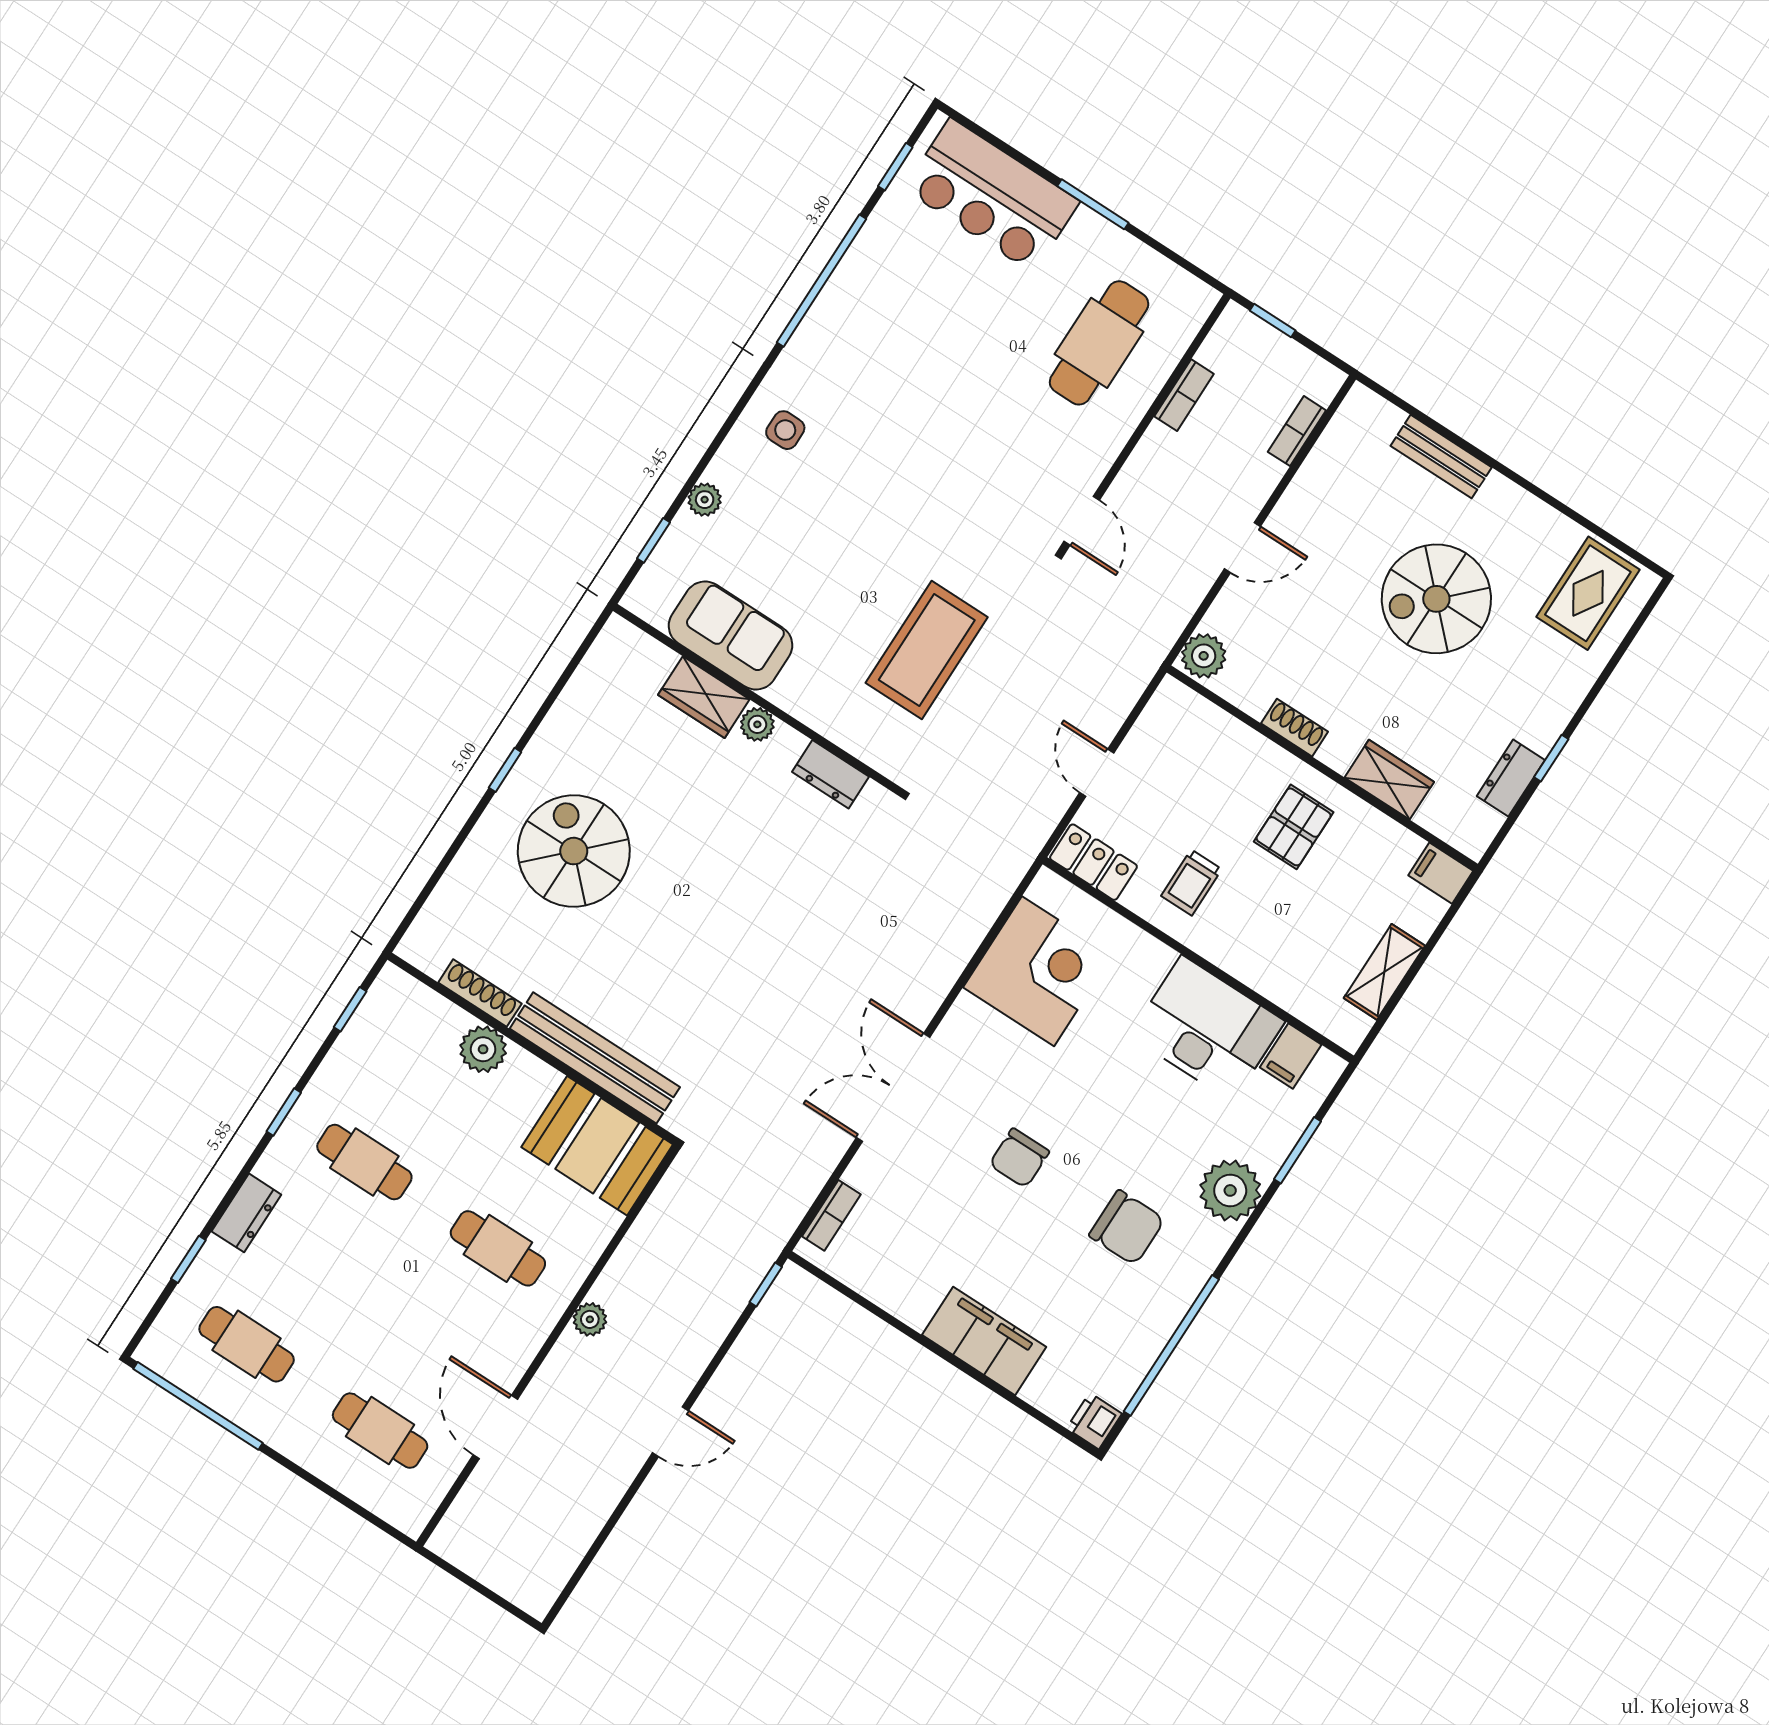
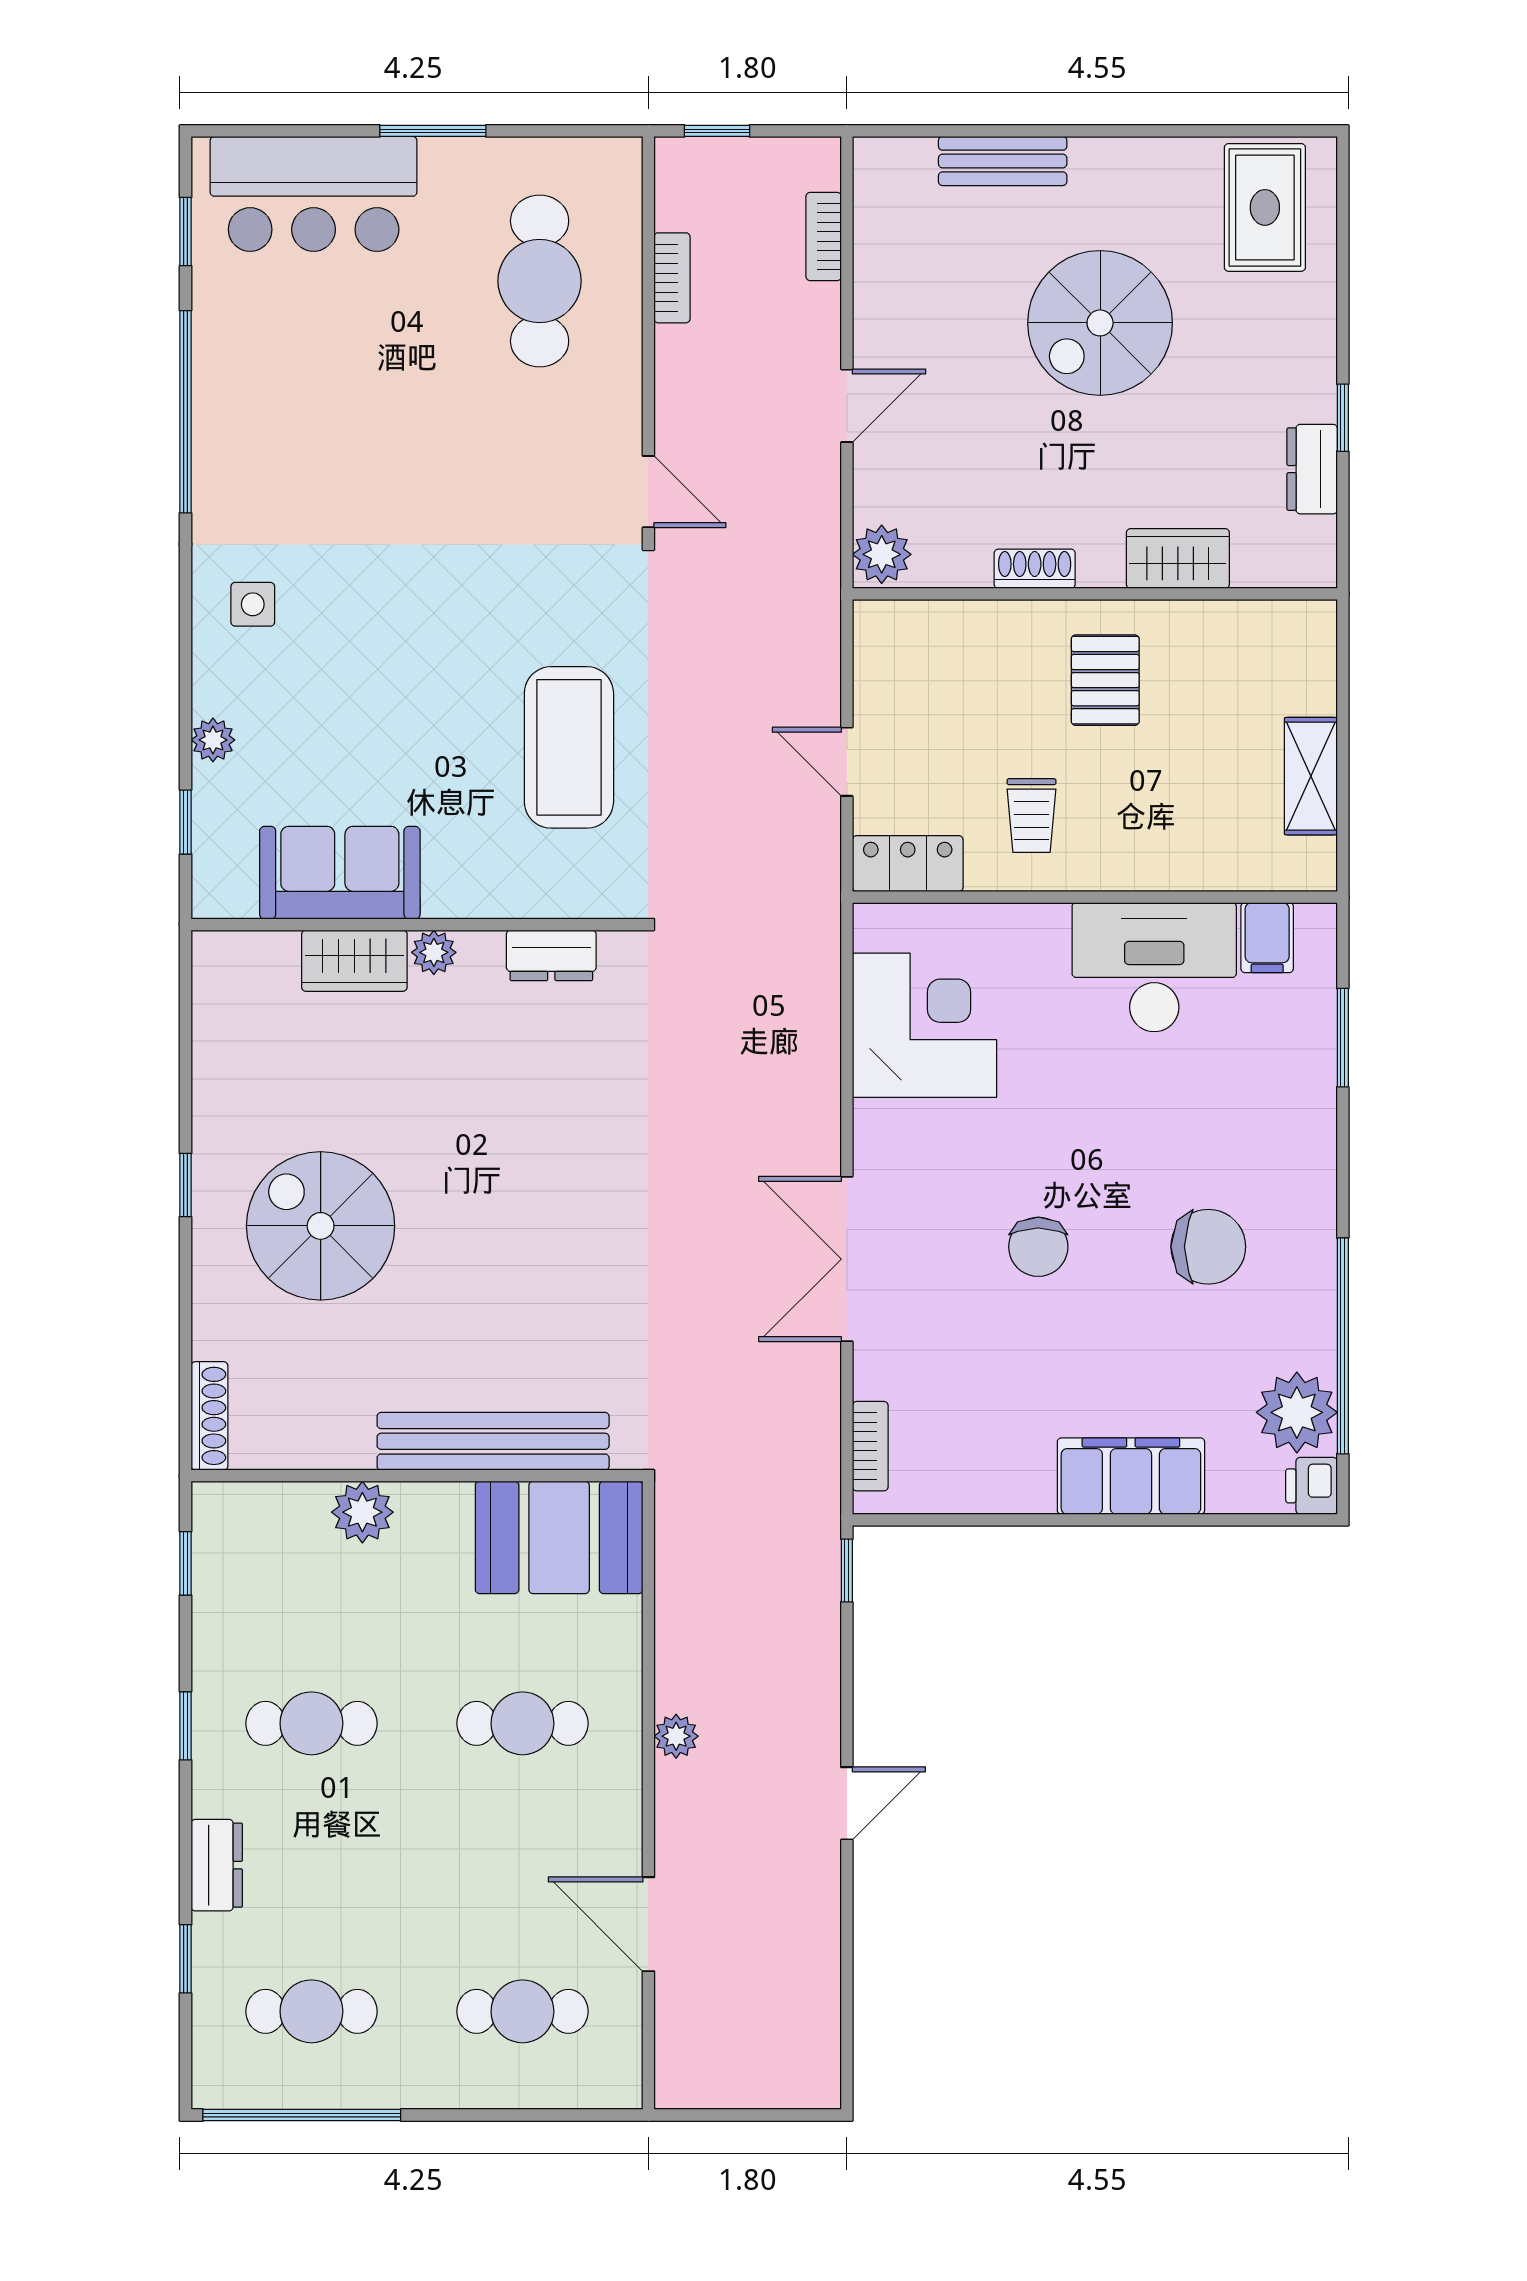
filing cabinet: (1441, 873) -> (1303, 626), removed
shoe rack: (480, 993) -> (209, 1416), moved, turned 90
plant: (1230, 1190) -> (1297, 1412), moved

